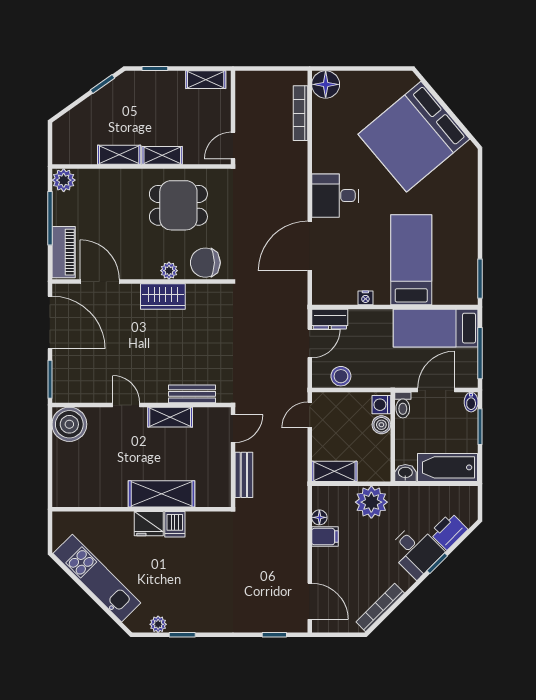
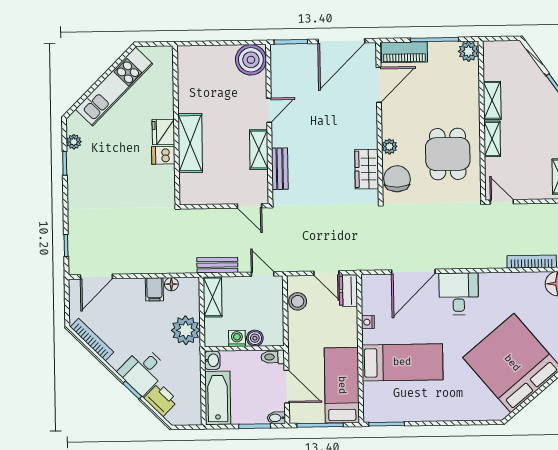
door: (310, 246) -> (413, 272), swing flipped
wardrobe: (163, 296) -> (367, 169), moved
washing machine: (381, 405) -> (237, 338), moved
bench: (244, 475) -> (217, 265), moved

